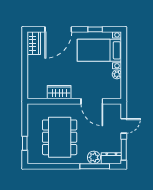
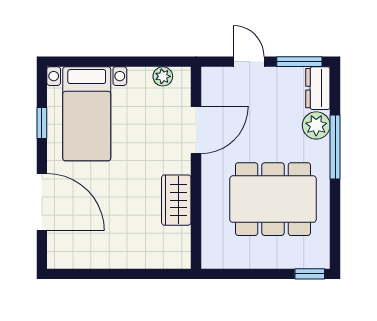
wardrobe: (34, 43) -> (72, 255), removed
plant: (117, 74) -> (163, 76), moved
window: (25, 143) -> (310, 274), moved
window: (95, 166) -> (335, 147), moved

